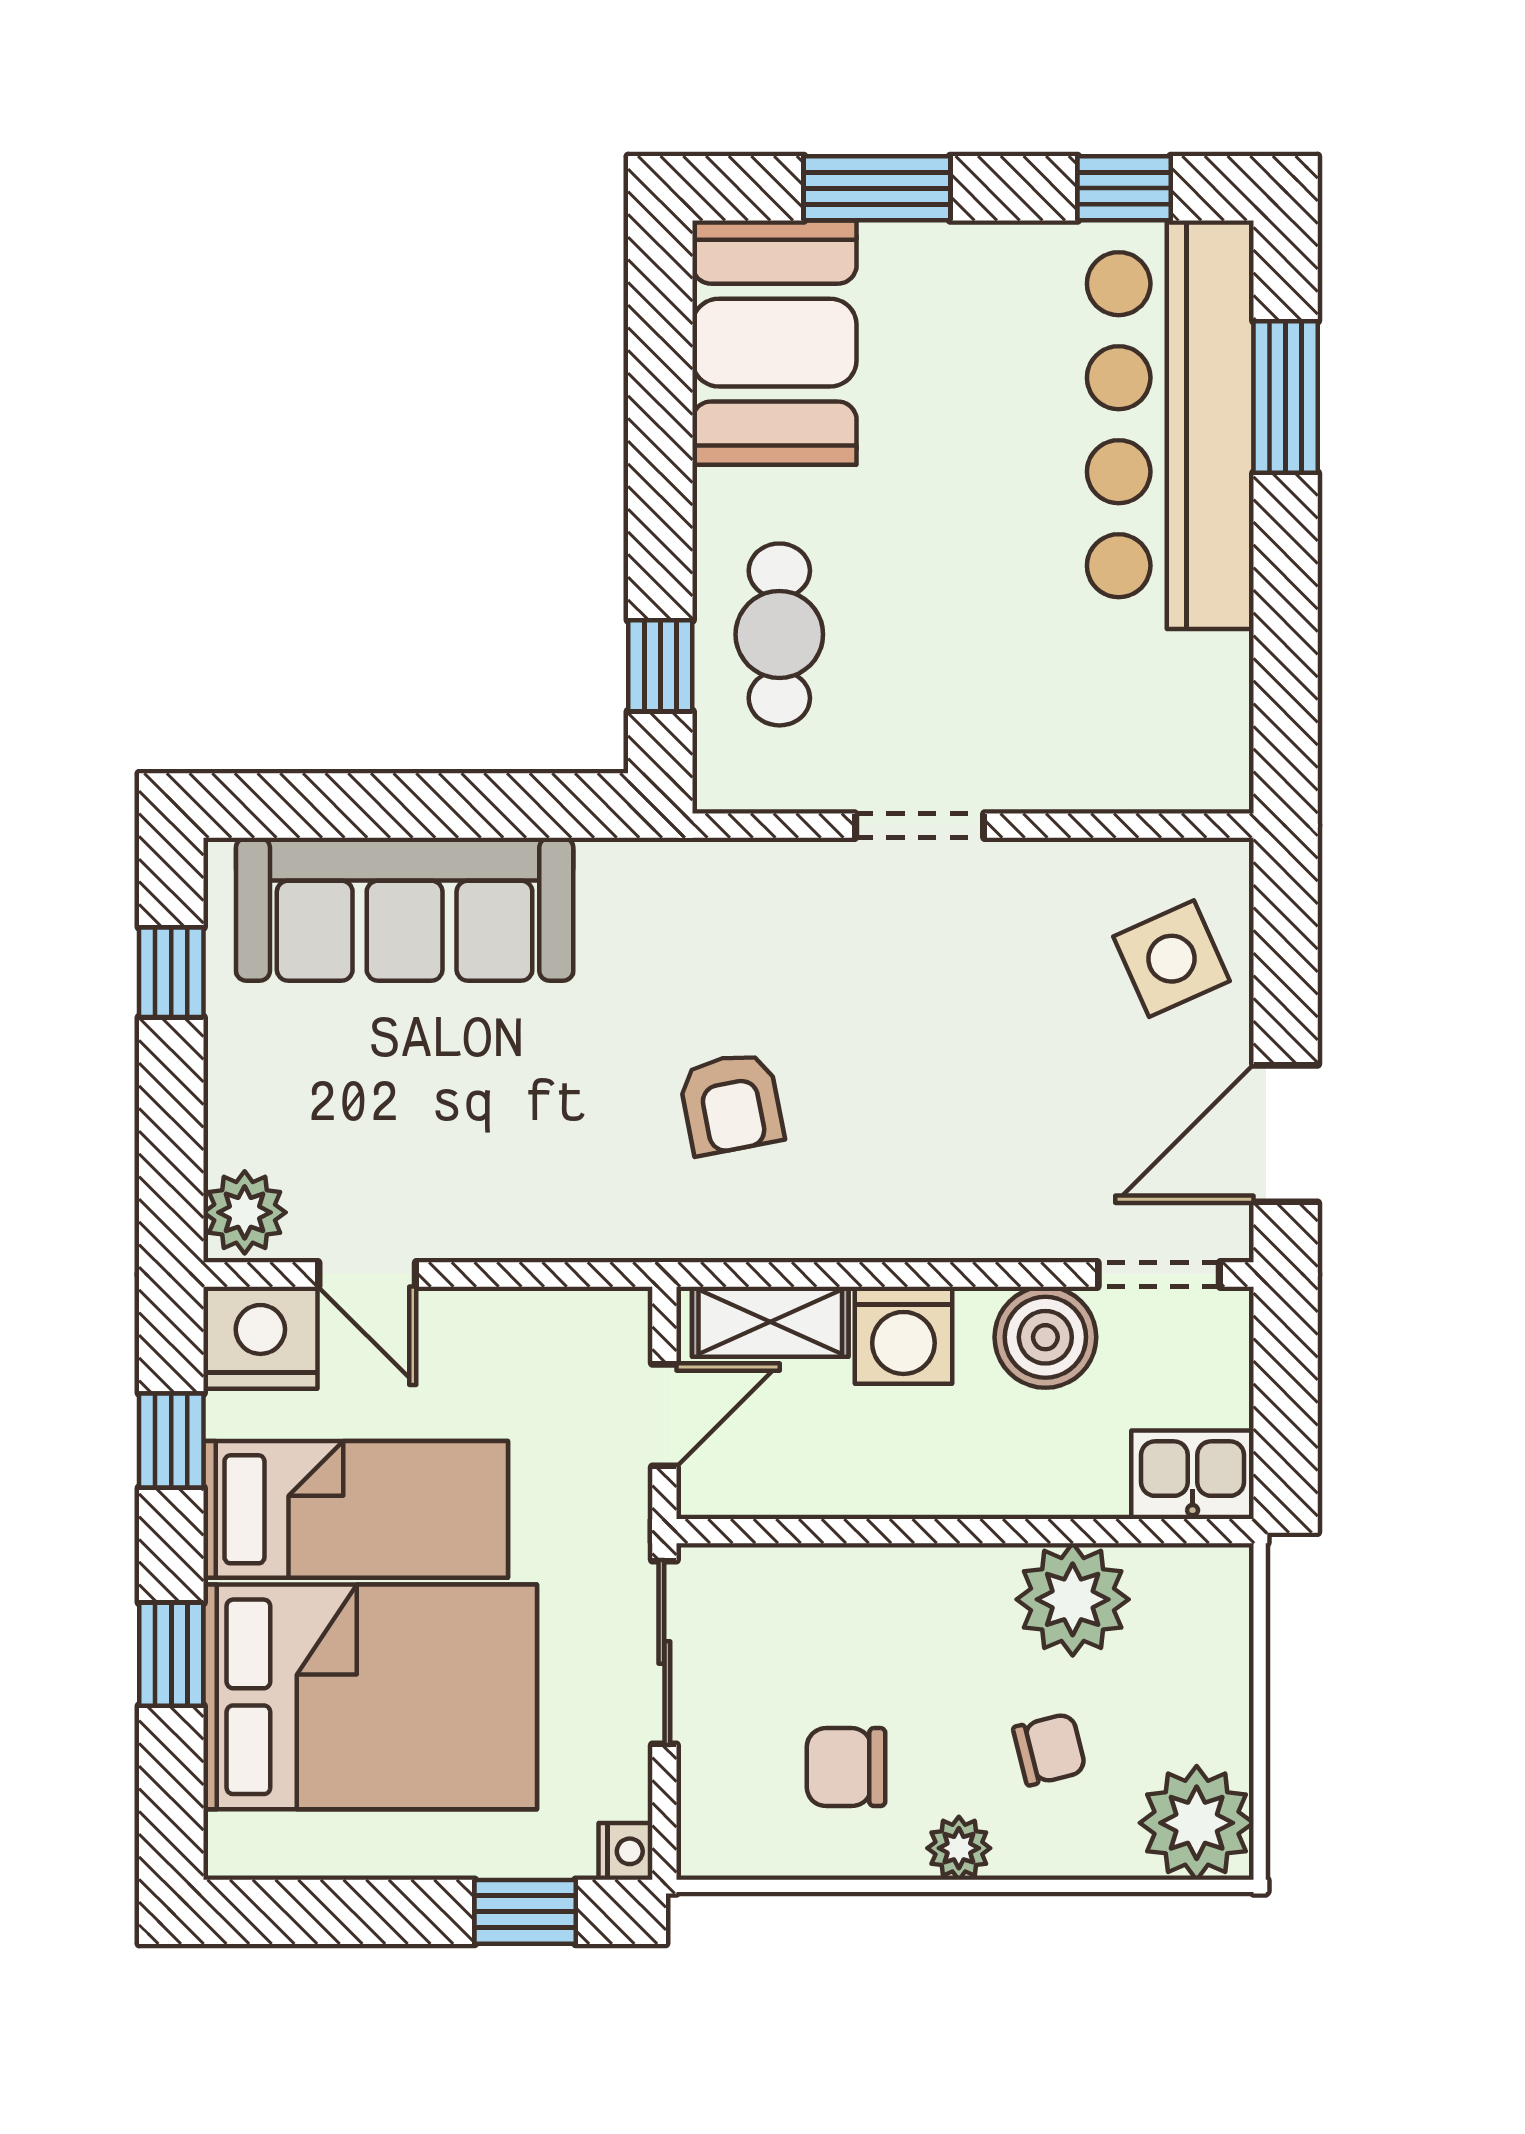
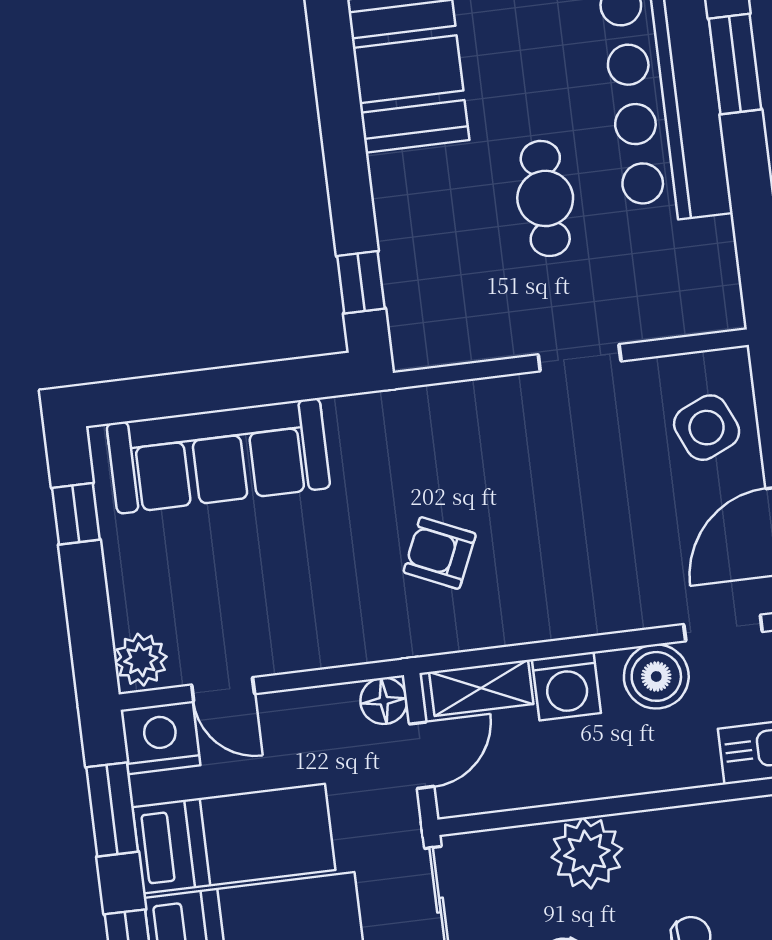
cafe table: (779, 634) -> (545, 198), moved
doorway: (920, 826) -> (580, 358), moved
armchair: (731, 1103) -> (440, 553), turned 125
floor lamp: (616, 1323) -> (384, 701), added
window: (171, 1440) -> (112, 809), width x1.50
plant: (1073, 1599) -> (587, 853), moved

